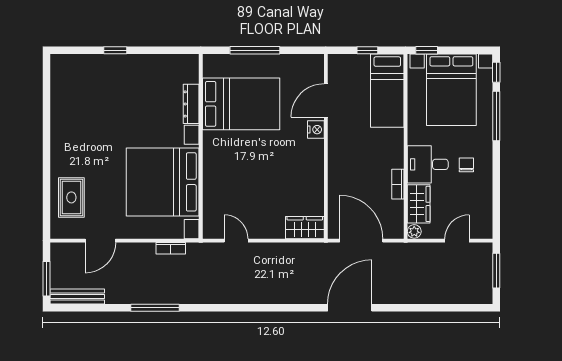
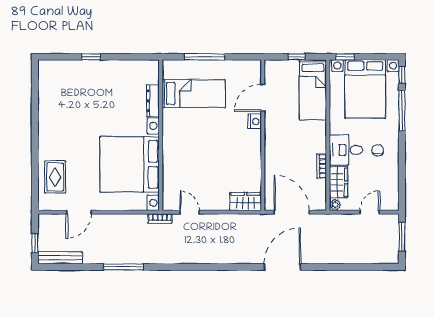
bed: (241, 104) -> (194, 94), width x0.67
bookcase: (171, 248) -> (160, 218), moved
window: (47, 279) -> (35, 243), width x0.67

